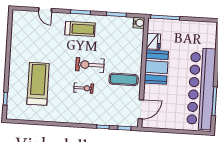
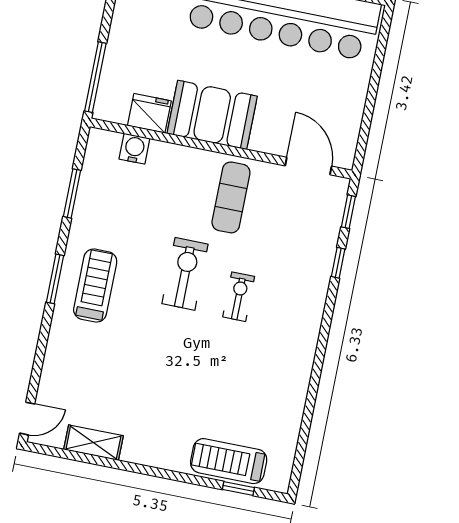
door: (45, 10) -> (27, 419), moved
water cooler: (139, 23) -> (134, 149), moved
shelving: (16, 37) -> (93, 443), added
exercise bike: (90, 65) -> (185, 274), turned 180
treadmill: (38, 84) -> (229, 461), moved, width x0.73, depth x0.73

